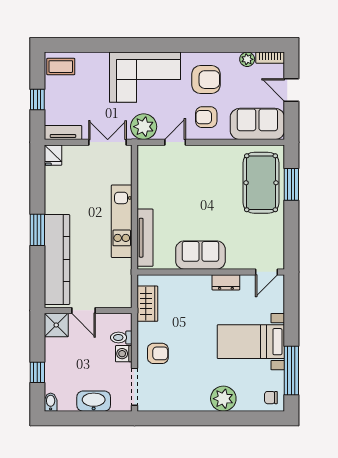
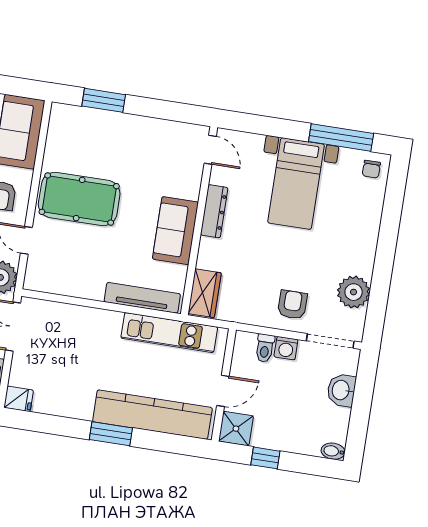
pool table: (261, 183) -> (79, 199), moved
kitchen unit: (122, 221) -> (169, 333), moved
dresser: (226, 282) -> (214, 211), width x1.44
wardrobe: (147, 304) -> (205, 293), moved, turned 90
window: (37, 372) -> (265, 458), moved
plant: (223, 399) -> (354, 292), moved
washbasin: (94, 401) -> (341, 390), width x0.72

